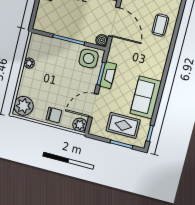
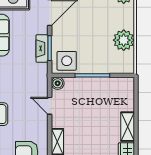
door: (114, 22) -> (50, 106), width x0.53
plant: (29, 63) -> (124, 40), width x1.88, depth x1.88

